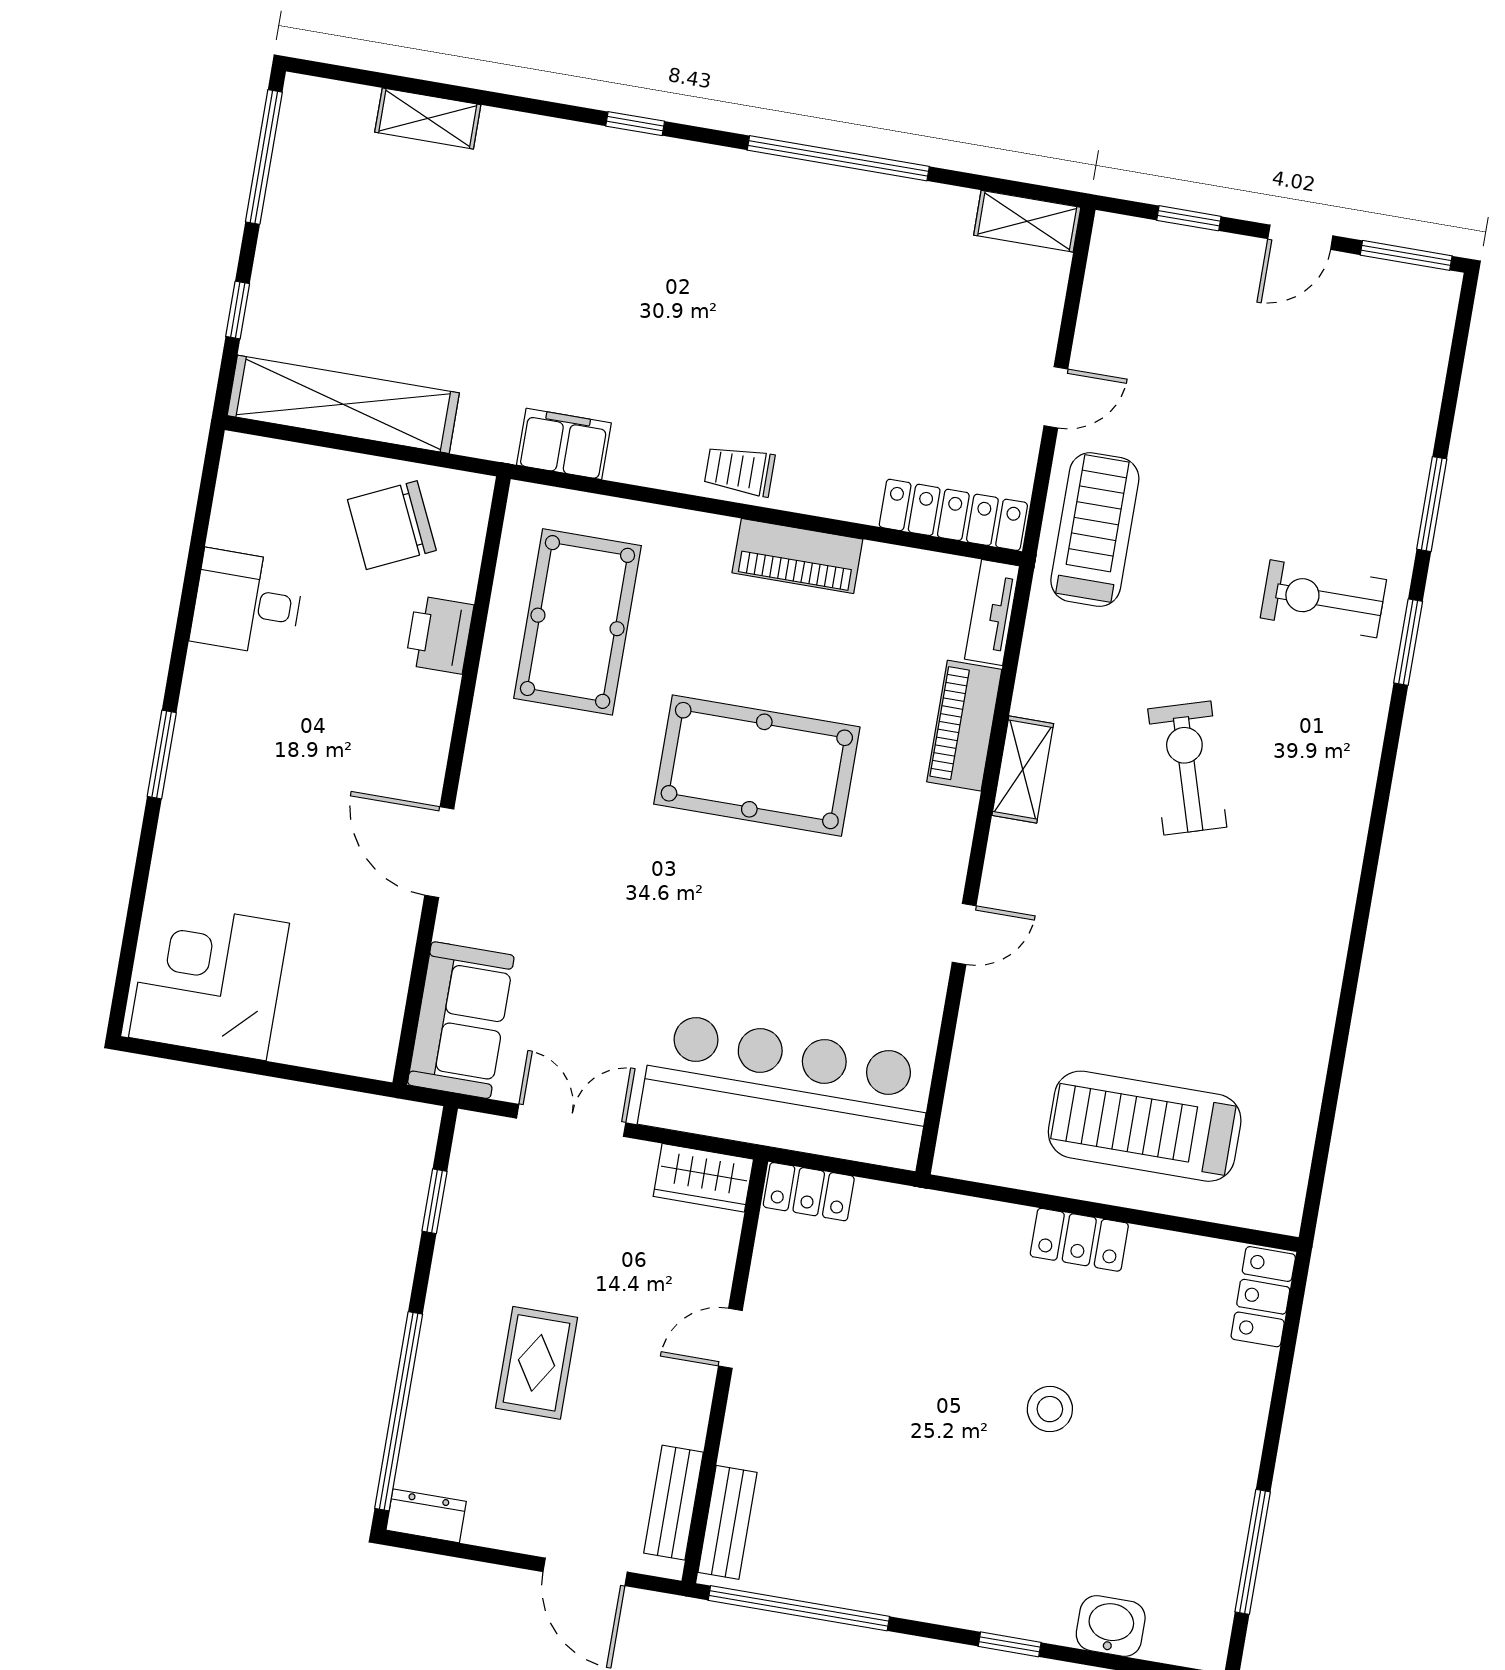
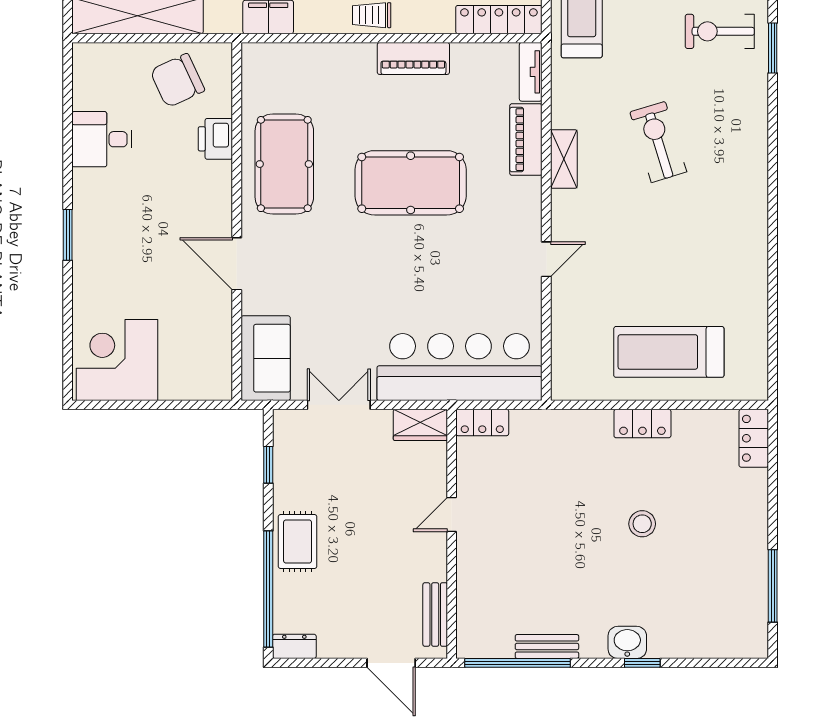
pool table: (578, 622) -> (284, 164), moved
rug: (537, 1363) -> (298, 542), moved
bench: (727, 1522) -> (547, 647), moved, turned 90
washbasin: (1111, 1626) -> (627, 642), moved

